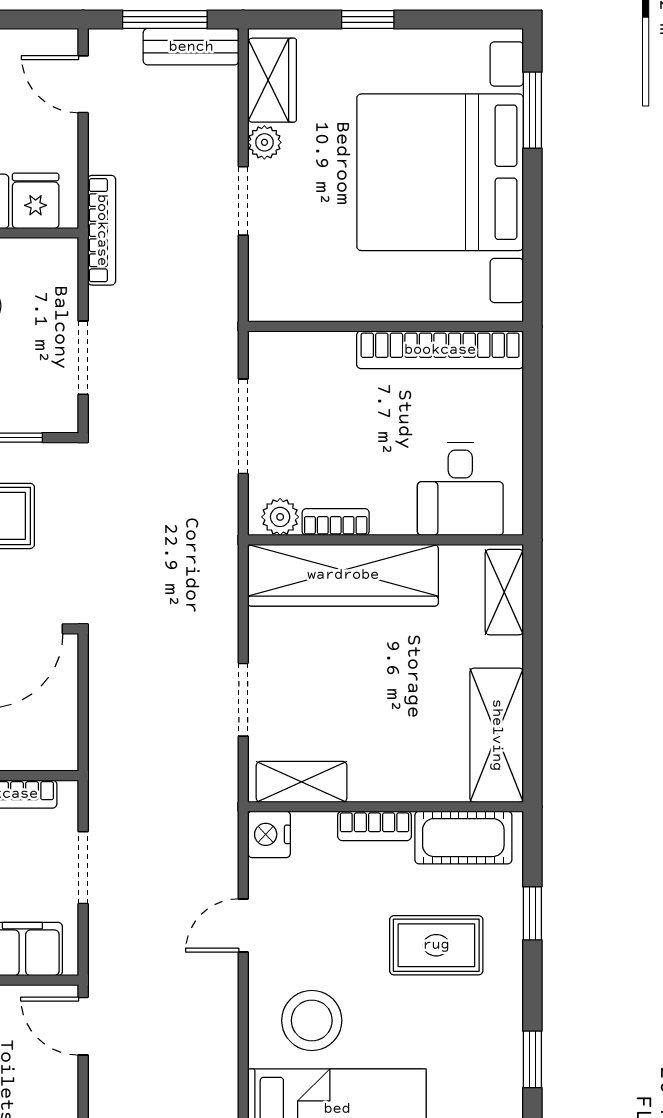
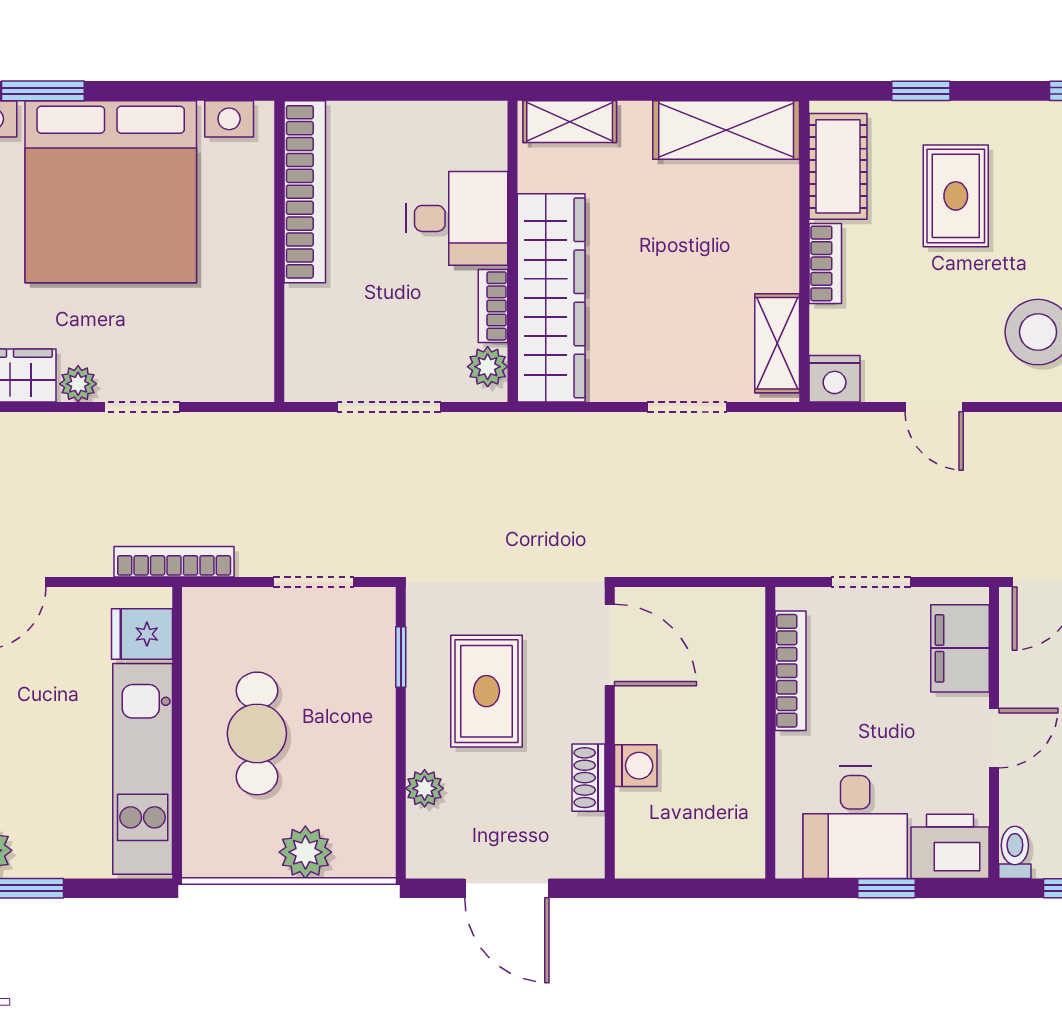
desk: (460, 489) -> (457, 218), moved

